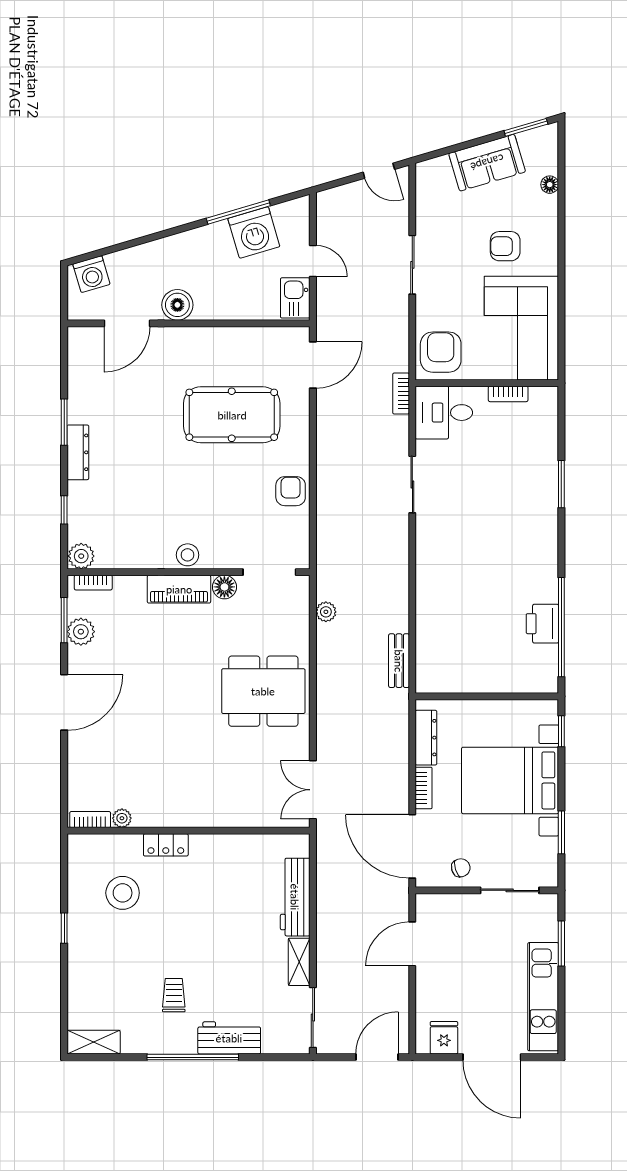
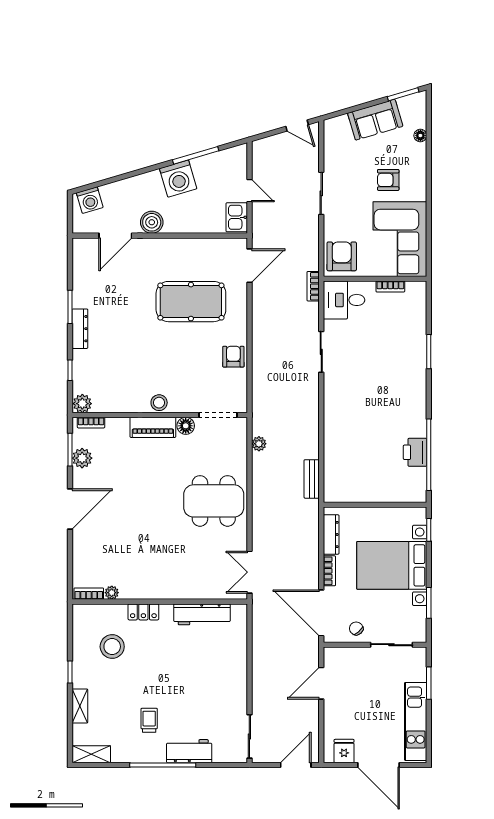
washing machine: (254, 233) -> (178, 179), moved
chair: (461, 868) -> (356, 628), turned -113
workbench: (295, 897) -> (202, 614), moved, turned -90
shelving: (299, 962) -> (80, 706), moved

